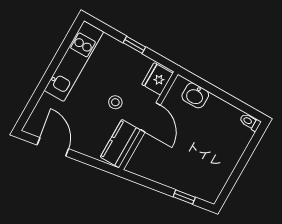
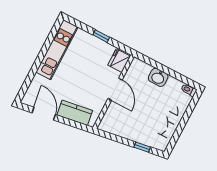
washbasin: (195, 95) -> (158, 77), moved
stool: (115, 102) -> (89, 79), removed
kitchen counter: (120, 144) -> (75, 113), moved, turned 81

